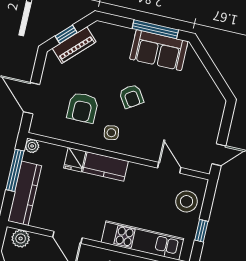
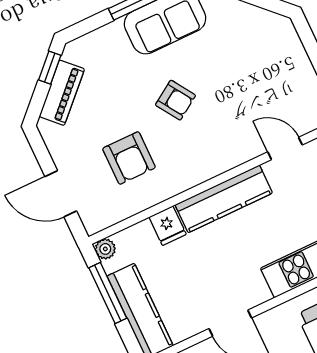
window: (66, 34) -> (50, 68), moved
side table: (111, 133) -> (185, 161), removed
kitchen counter: (105, 166) -> (224, 199), width x1.50

